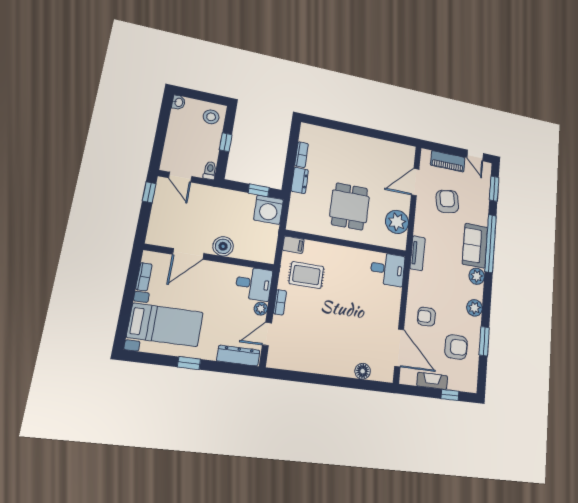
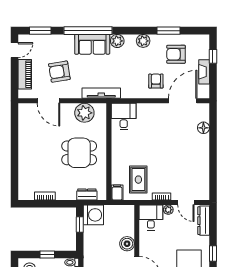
dresser: (300, 180) -> (87, 195), moved
tv unit: (418, 253) -> (101, 93), width x1.41
armchair: (426, 317) -> (156, 81), turned 180
armchair: (456, 347) -> (176, 54), turned -90

